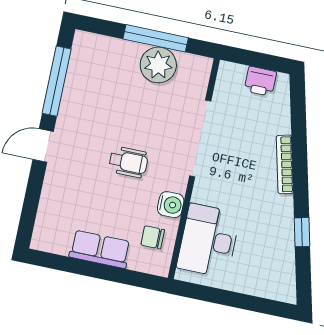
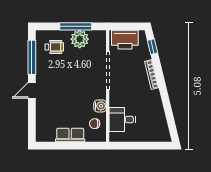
printer: (260, 81) -> (125, 40), width x1.87, depth x1.48
wheelchair: (128, 162) -> (54, 47), moved
window: (302, 232) -> (153, 47), moved
desk: (209, 241) -> (122, 120), width x0.73

